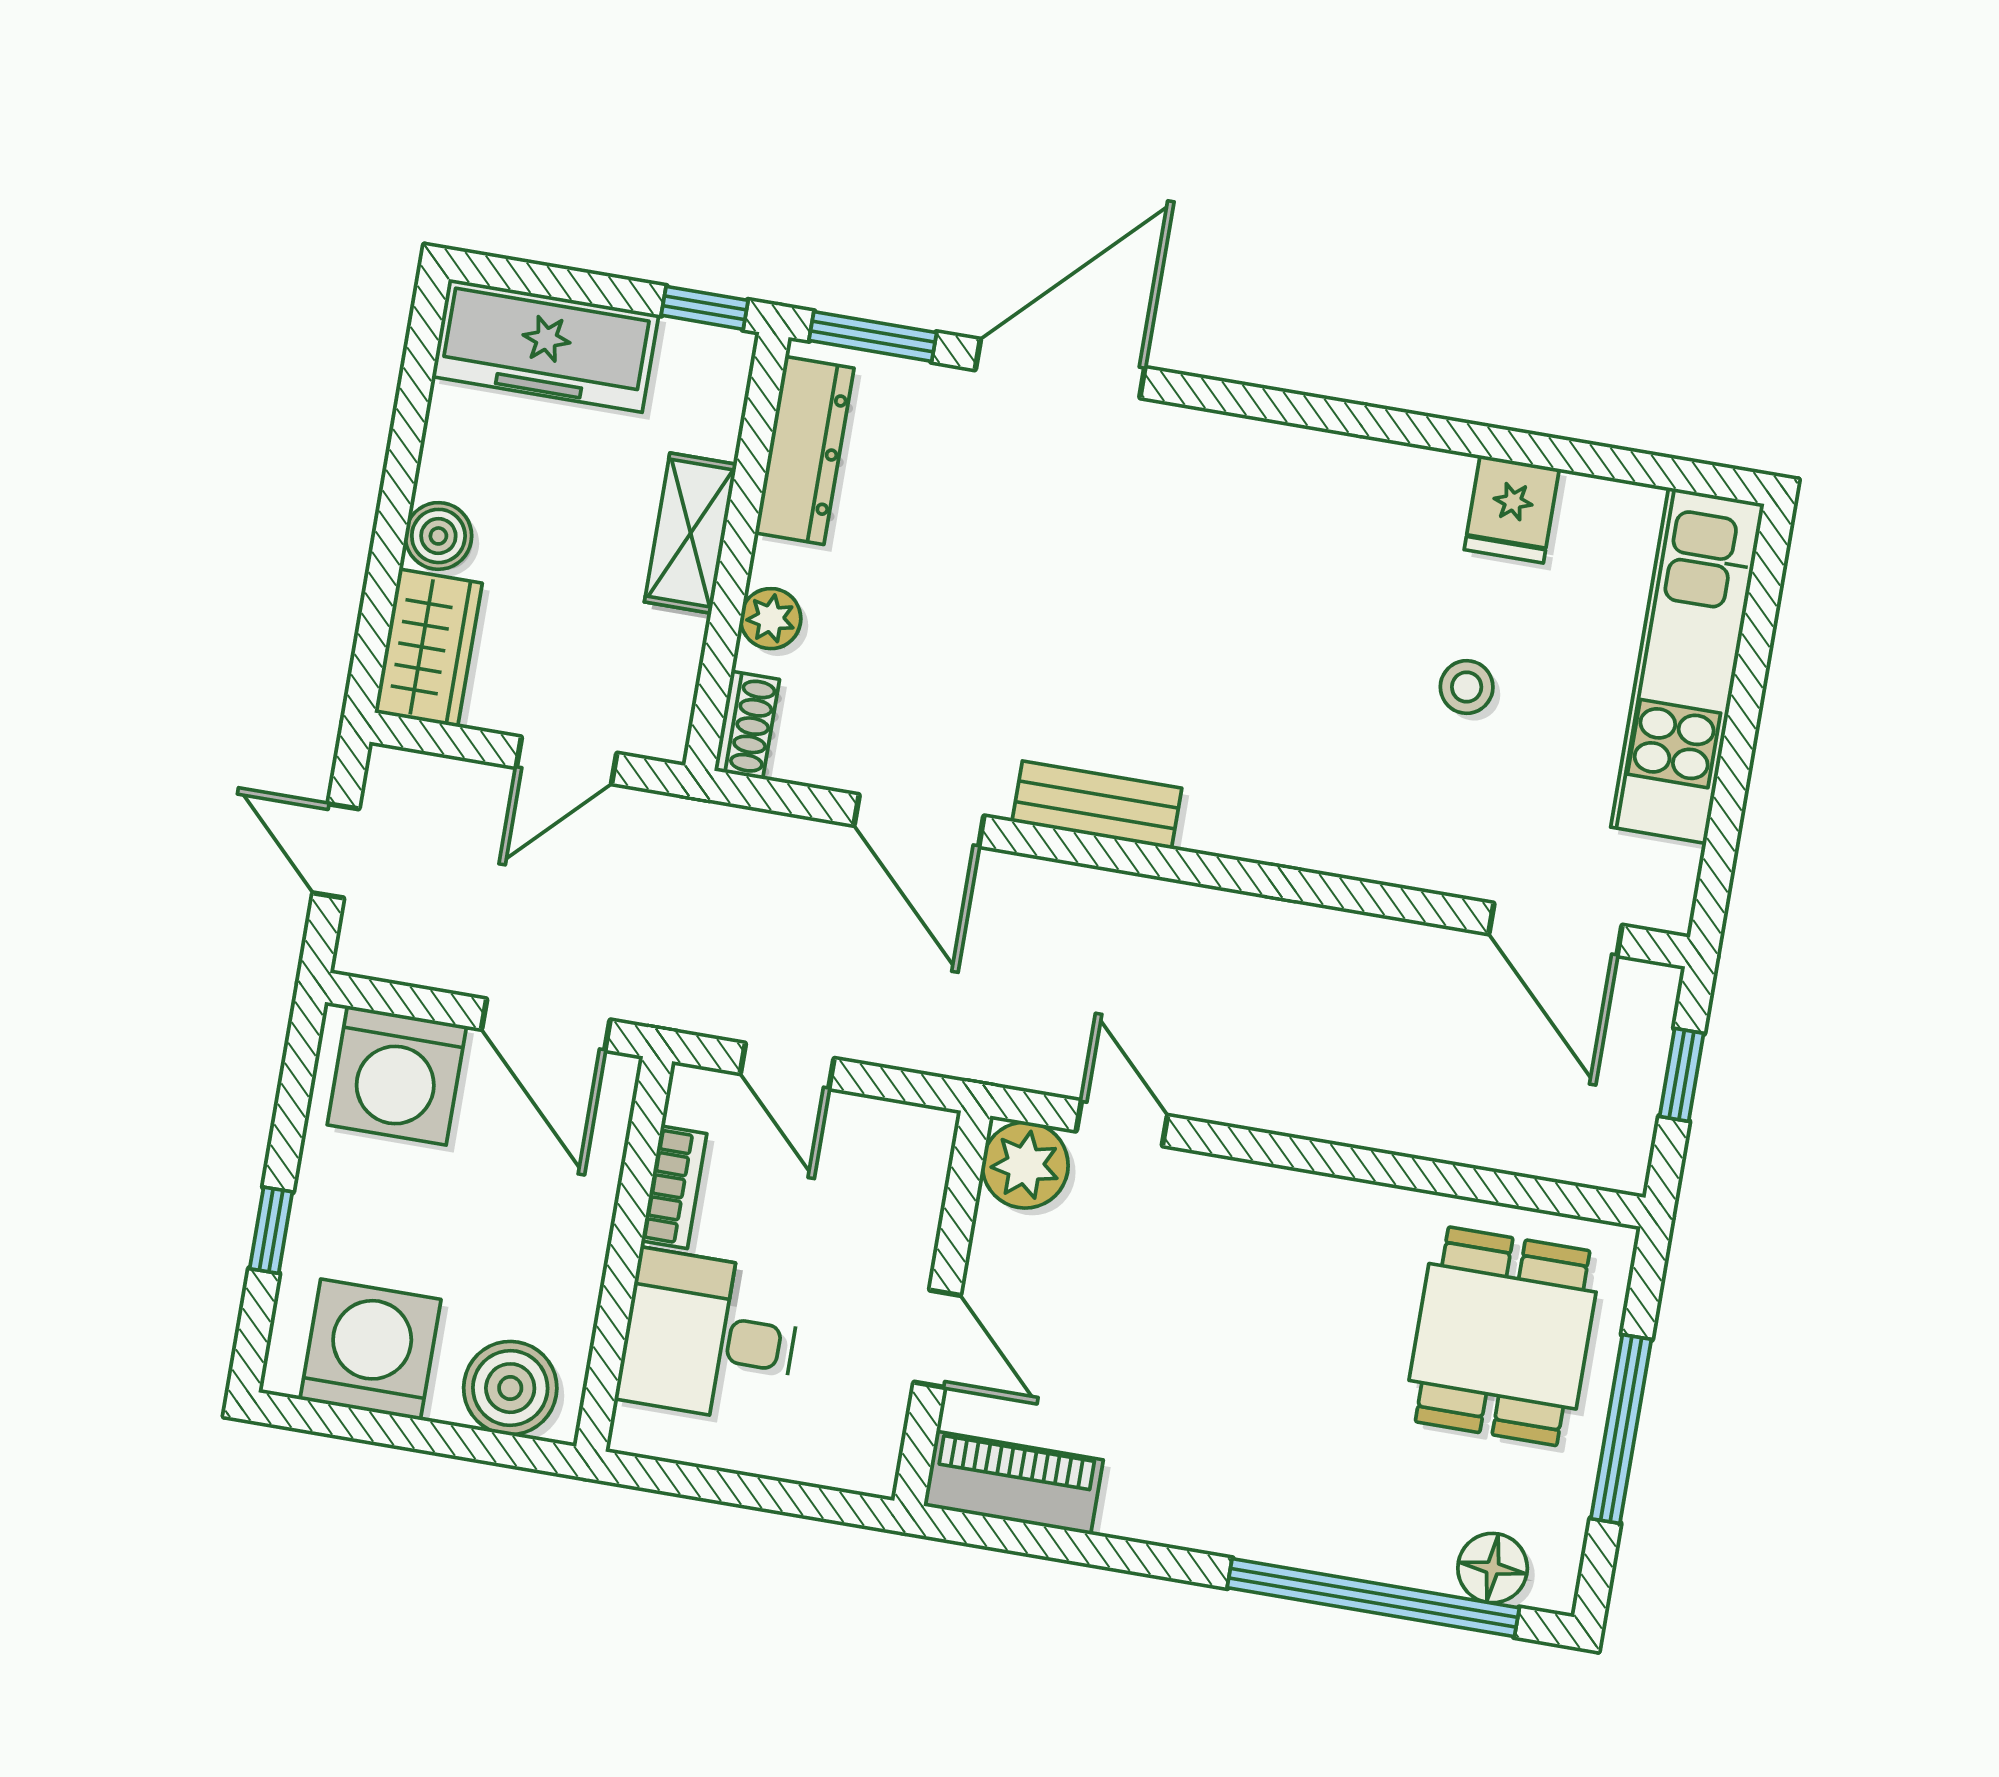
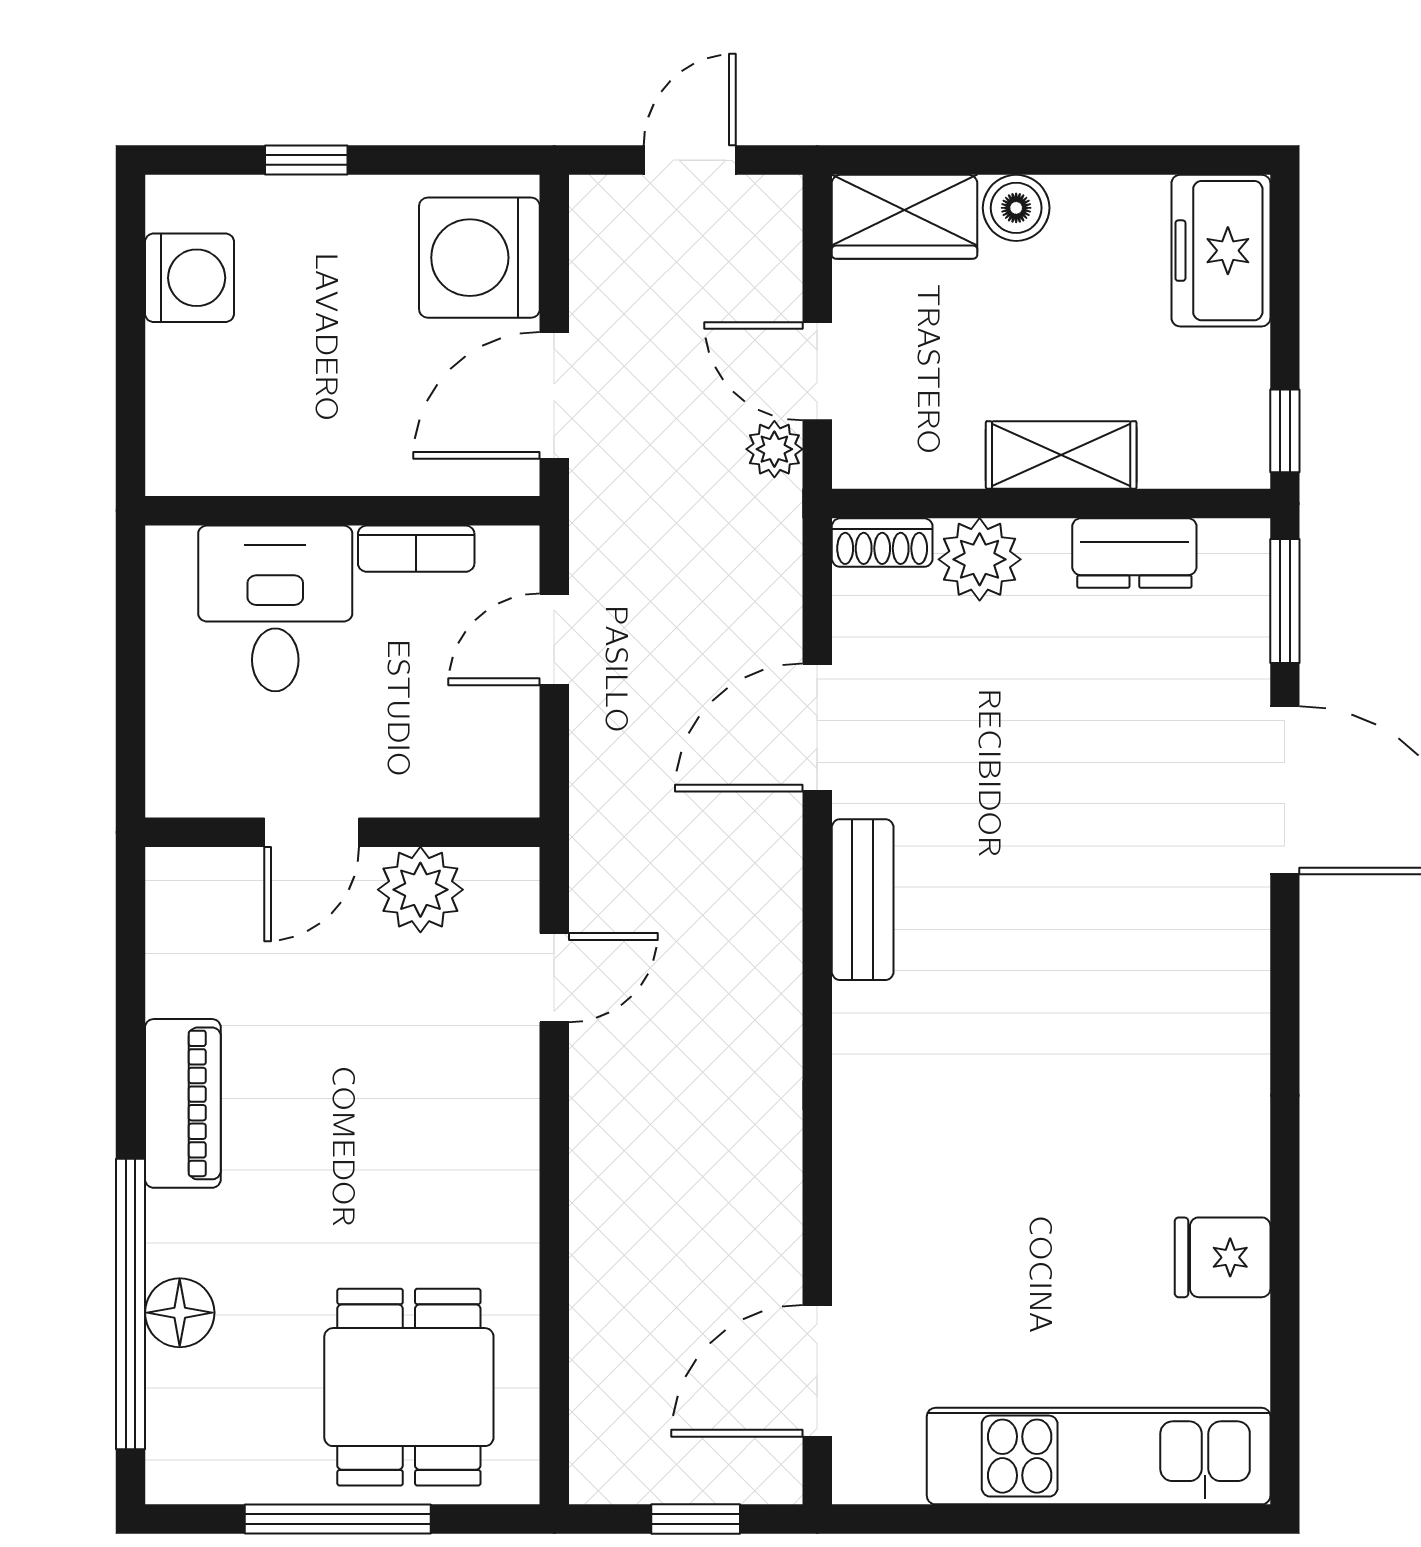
freezer: (545, 346) -> (1221, 251), width x0.71
dresser: (804, 450) -> (1134, 553), width x0.70
plant: (771, 619) -> (980, 559), width x1.38, depth x1.38
stool: (1467, 687) -> (1040, 1243), removed
plant: (636, 816) -> (774, 449), added
plant: (1025, 1165) -> (420, 890), moved
dining table: (1503, 1336) -> (409, 1387), turned 90
washing machine: (371, 1349) -> (190, 278), width x0.73, depth x0.73
boiler: (510, 1388) -> (192, 421), removed
piano: (1013, 1483) -> (183, 1103), moved
floor lamp: (1493, 1568) -> (180, 1313), moved

